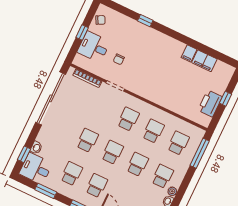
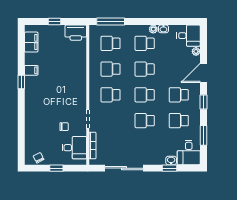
window: (145, 21) -> (21, 82), moved
desk: (94, 47) -> (74, 148), moved, turned -90
filing cabinet: (204, 61) -> (31, 42), moved
sliding door: (51, 98) -> (124, 168), width x0.73
printer: (210, 103) -> (76, 33), moved
window: (24, 154) -> (170, 168), moved

